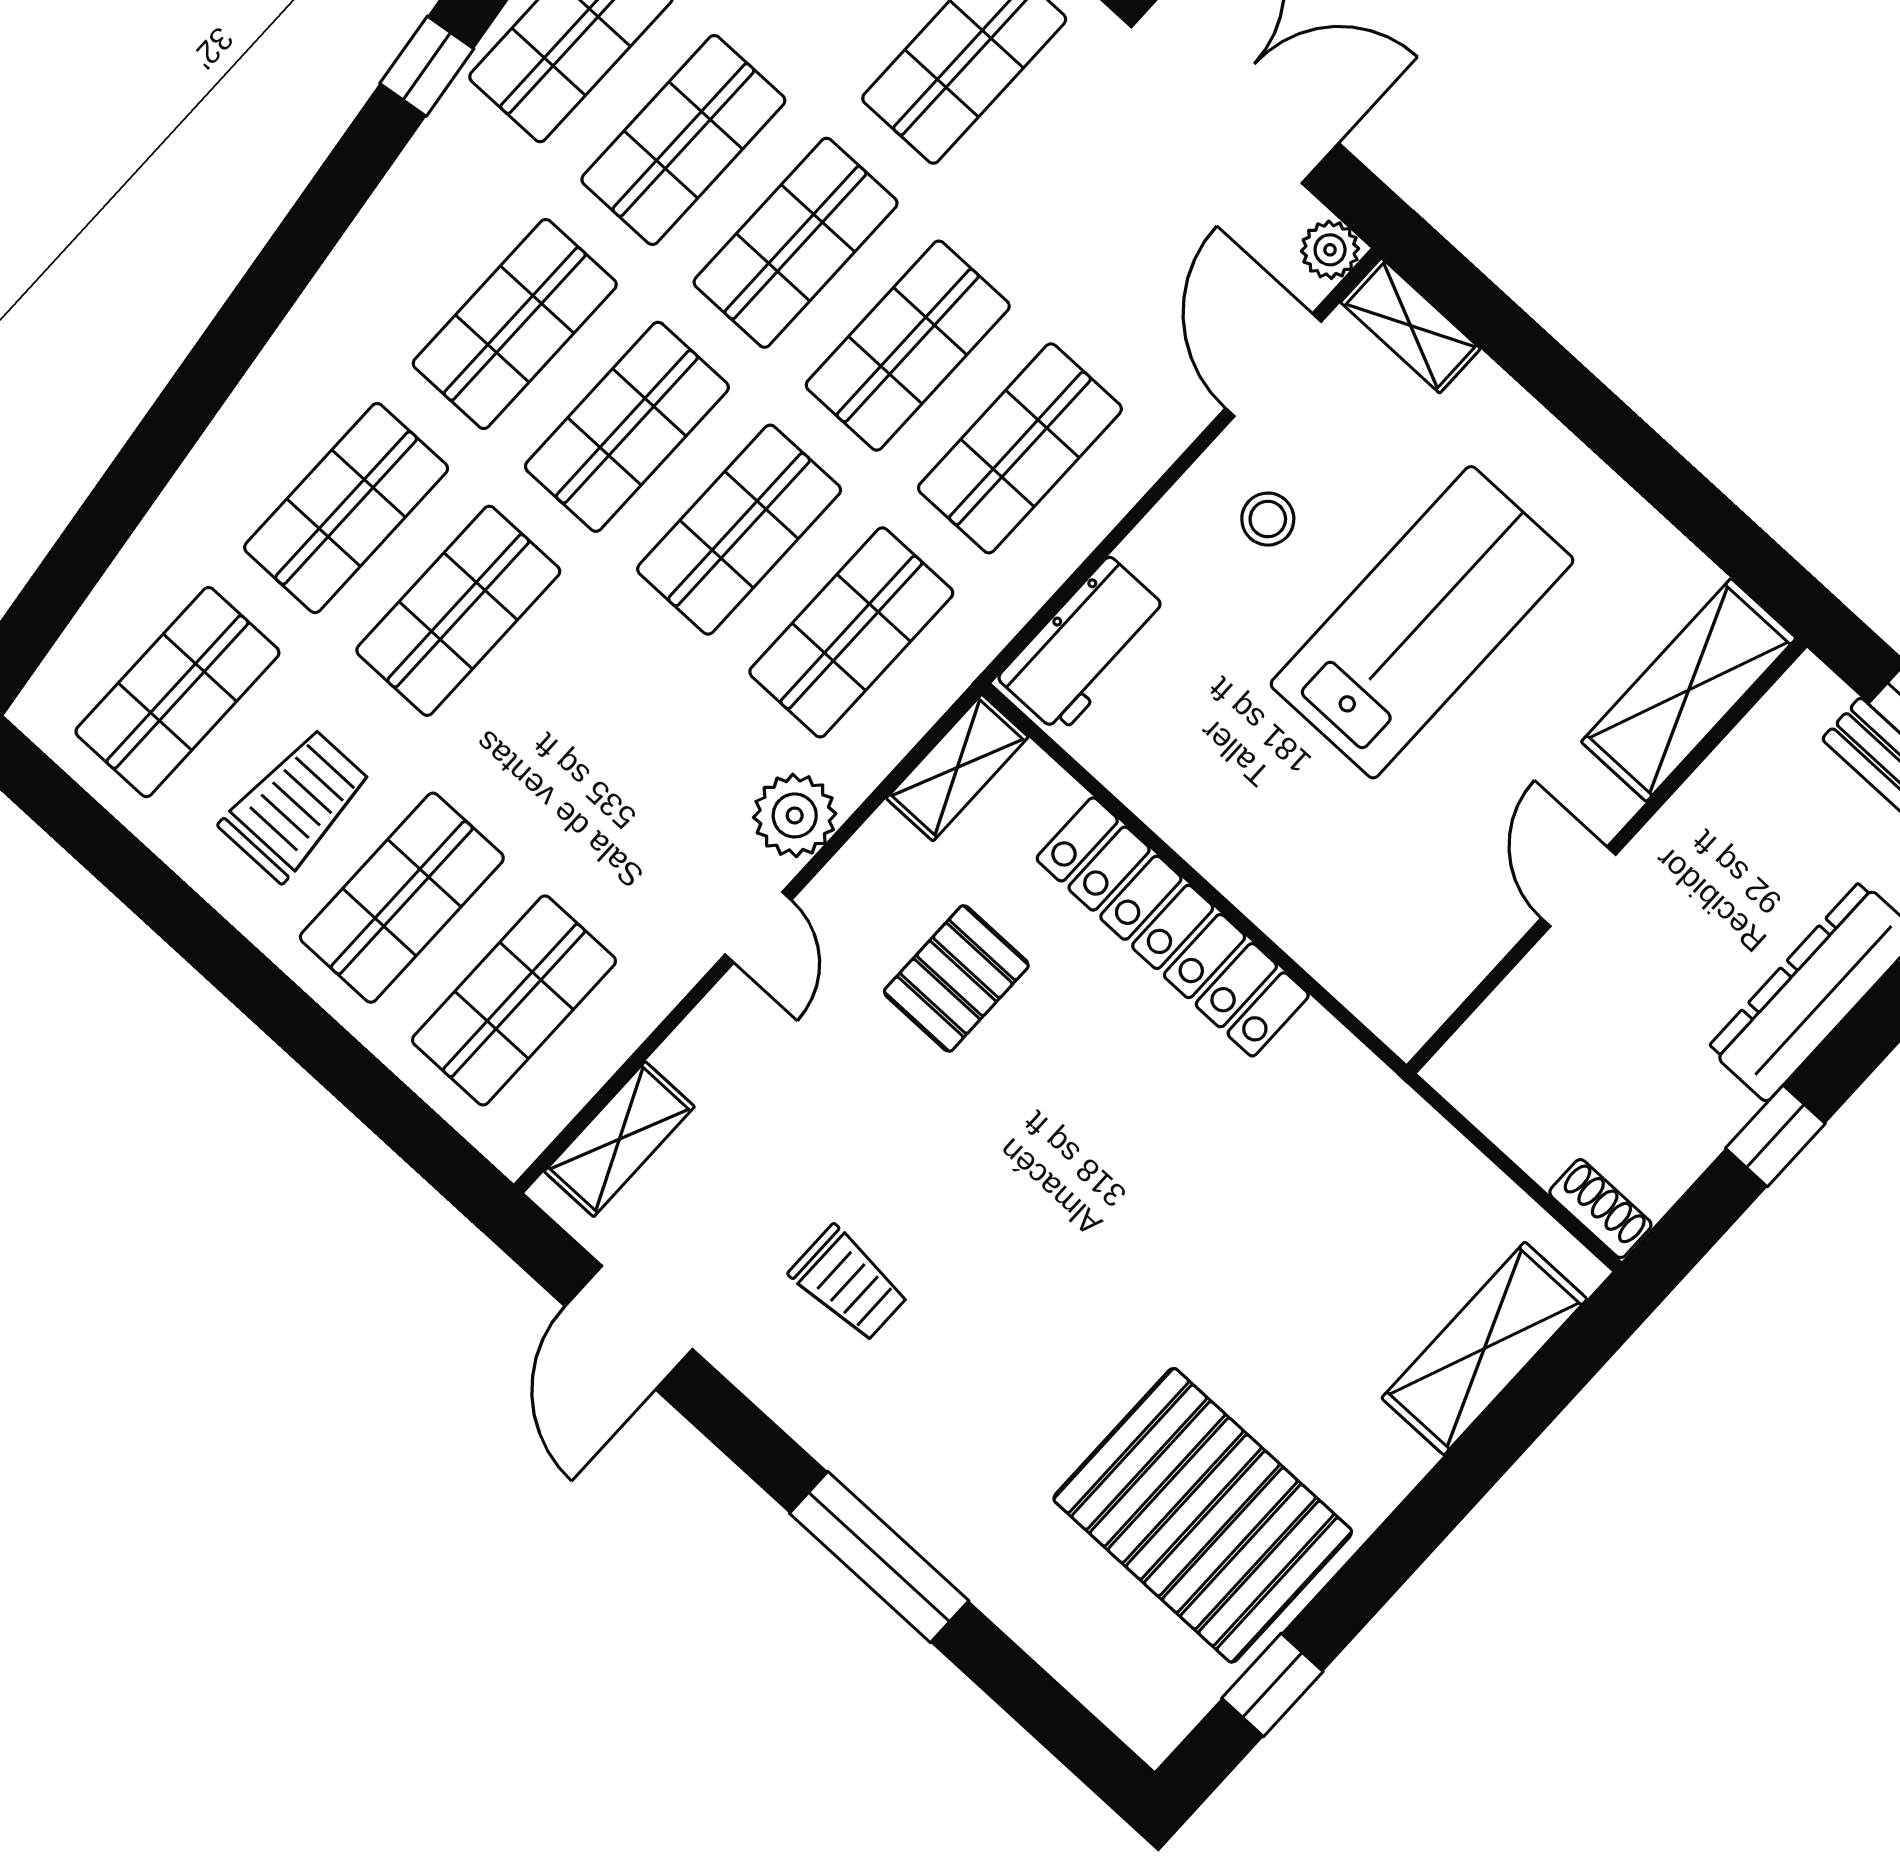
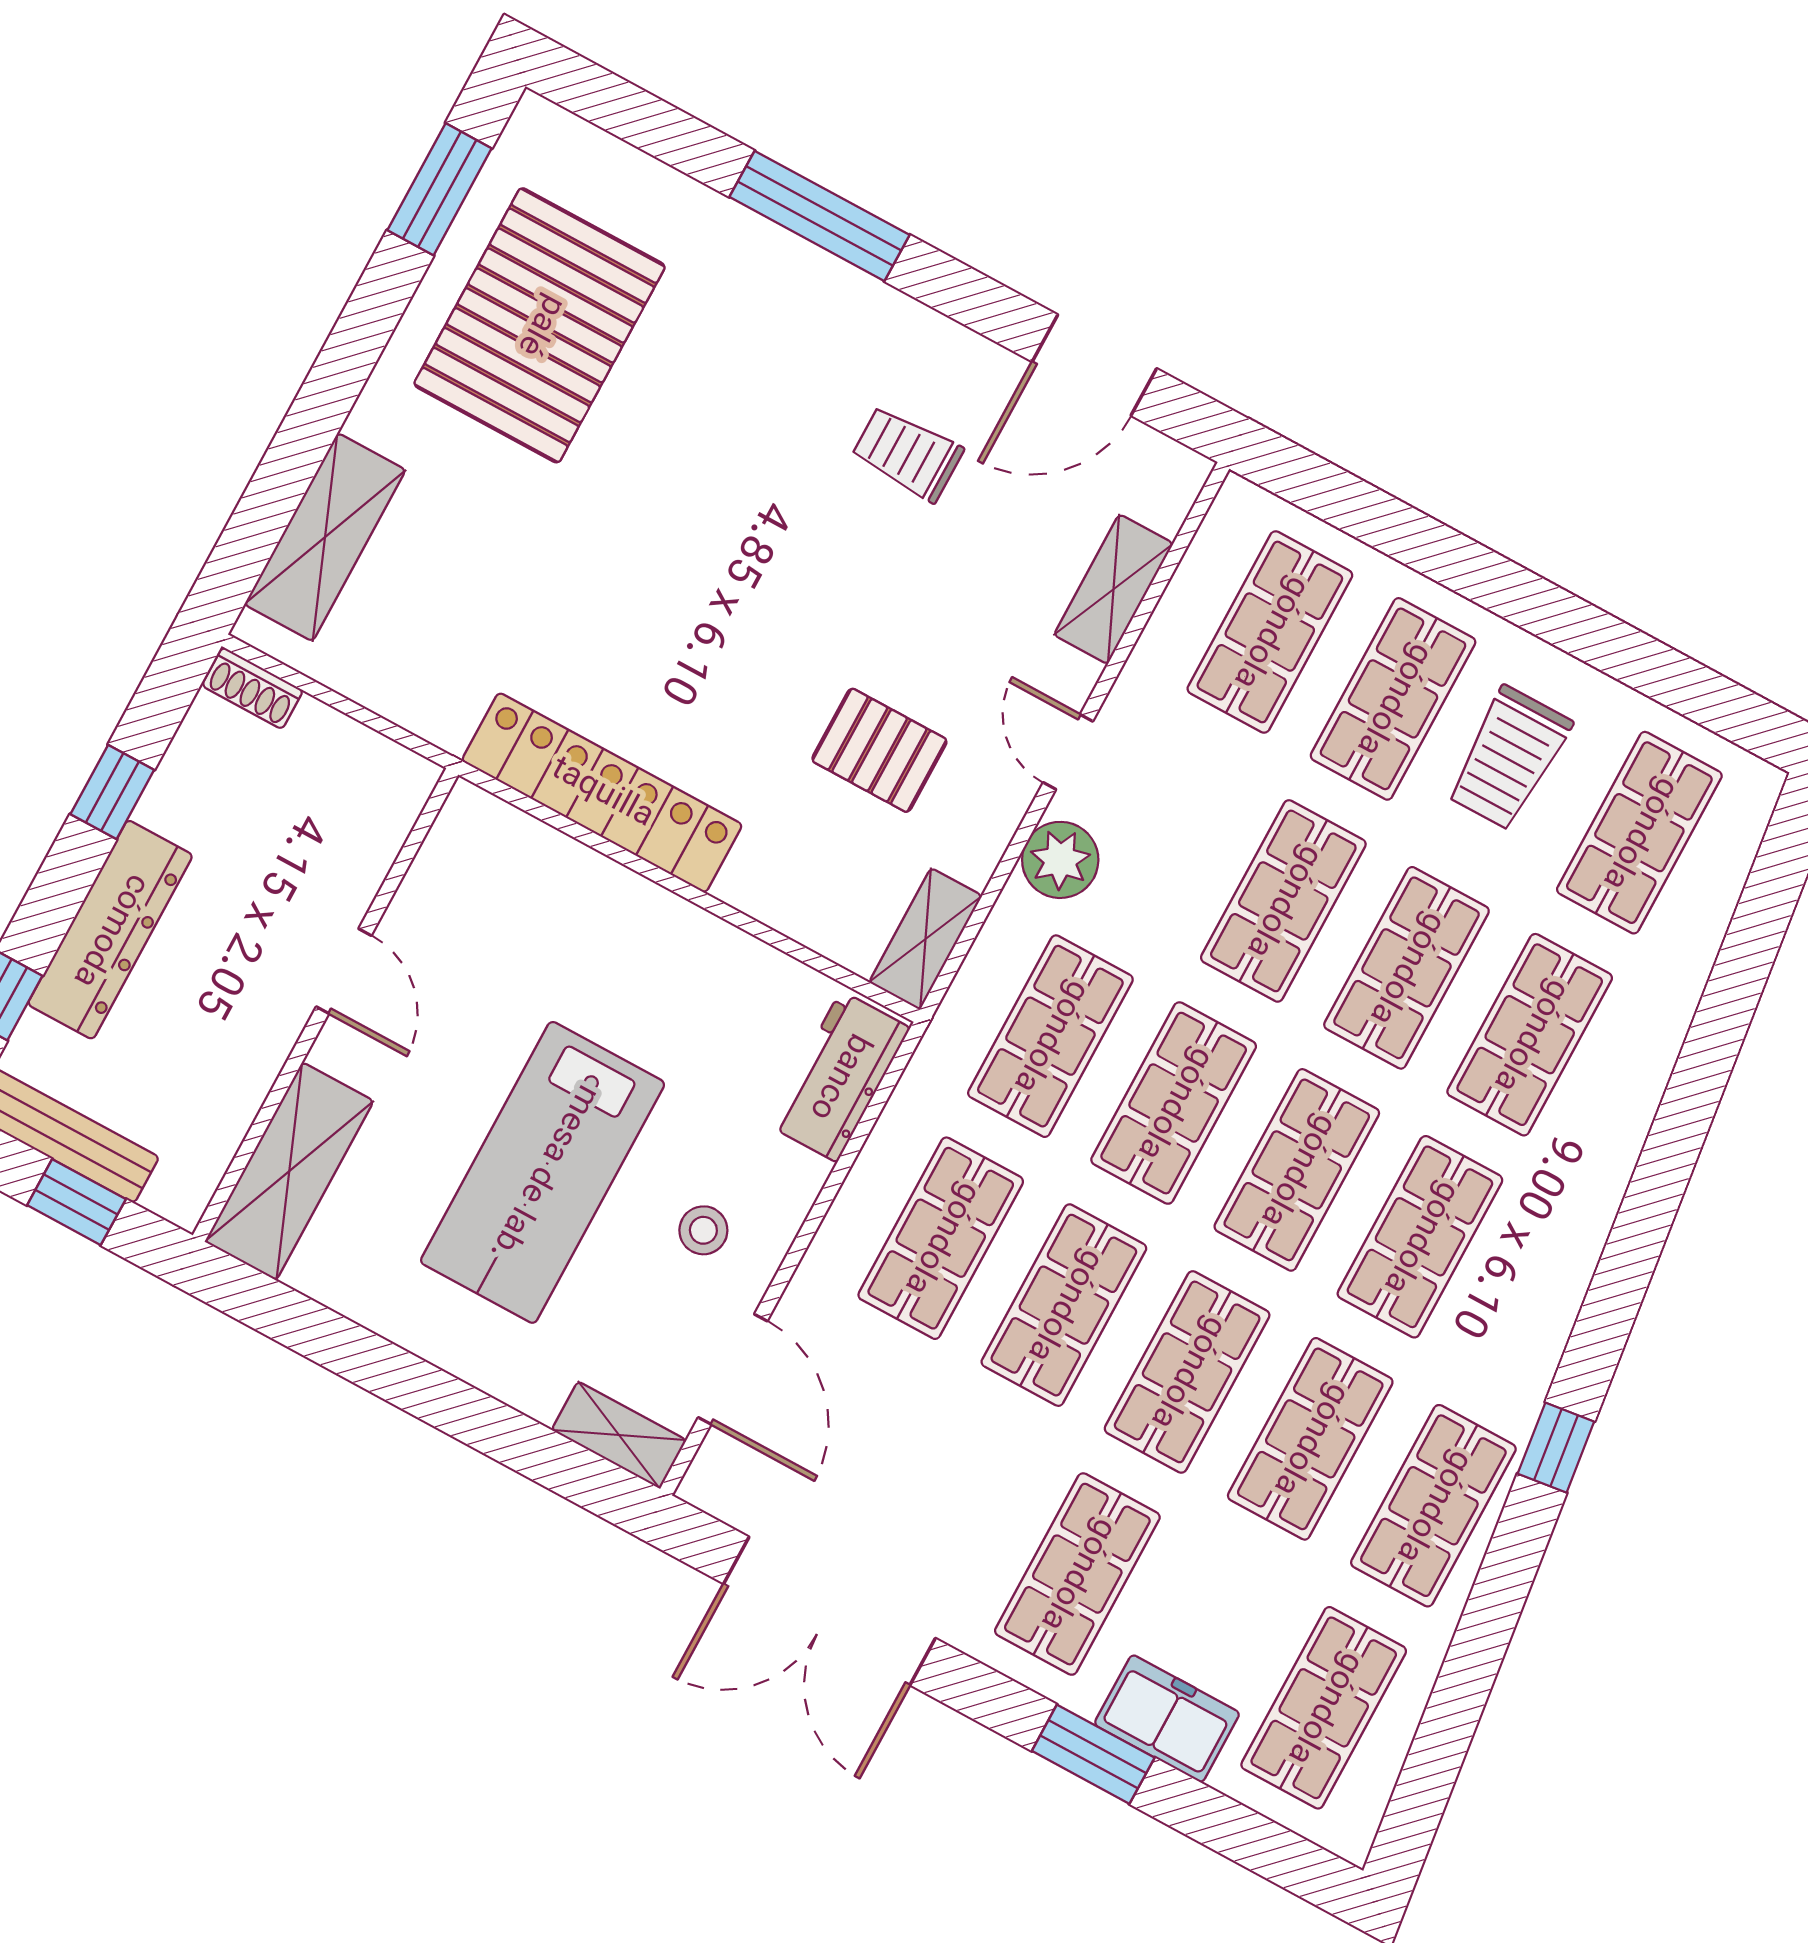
plant: (1330, 250) -> (708, 1485), removed
shop shelf: (570, 714) -> (1283, 901), added
locker: (1173, 927) -> (602, 793), moved
pallet: (956, 978) -> (879, 750), turned 90
shelving: (619, 1139) -> (1114, 589), moved
door: (629, 1328) -> (1094, 365), swing flipped
pallet: (1203, 1515) -> (540, 325), turned 90
window: (1272, 1685) -> (440, 189), width x1.50

